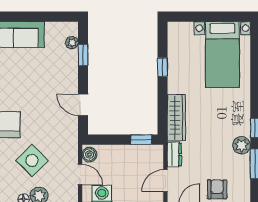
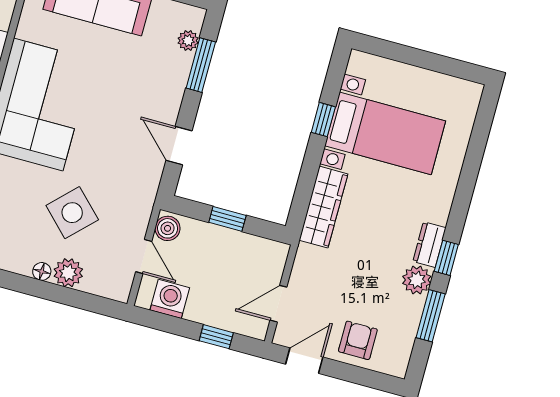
window: (83, 55) -> (201, 65), width x1.50
bed with nightstands: (222, 55) -> (385, 133), moved, turned -90
window: (141, 140) -> (227, 219), moved
dresser: (174, 155) -> (429, 245), moved, turned 180

